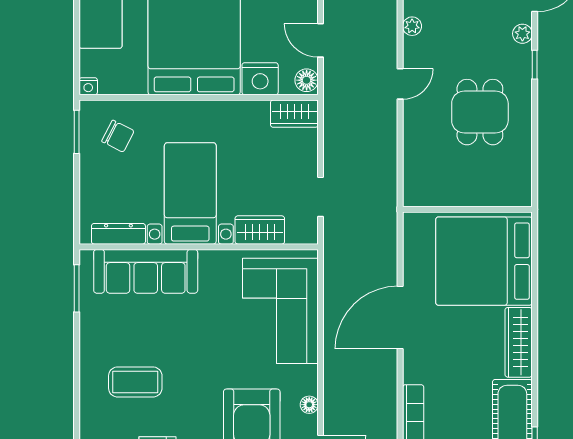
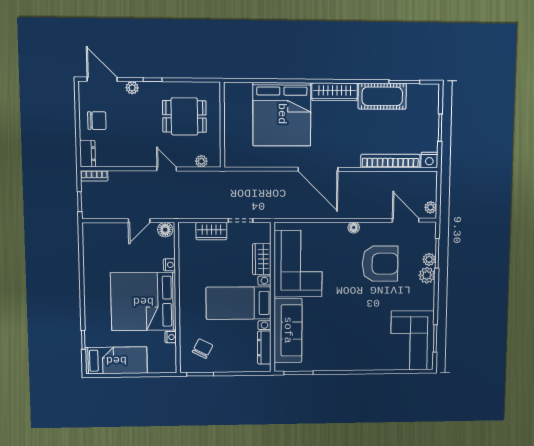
plant: (412, 26) -> (201, 161), moved
nightstand: (260, 79) -> (169, 265), width x0.53, depth x0.56
nightstand: (88, 86) -> (171, 337), moved
wardrobe: (294, 114) -> (211, 231), moved, turned 90
wall: (467, 209) -> (222, 125), moved
corner sofa: (280, 311) -> (298, 264), moved, turned -90
coffee table: (135, 382) -> (357, 336), removed
floor lamp: (309, 405) -> (354, 228), moved

